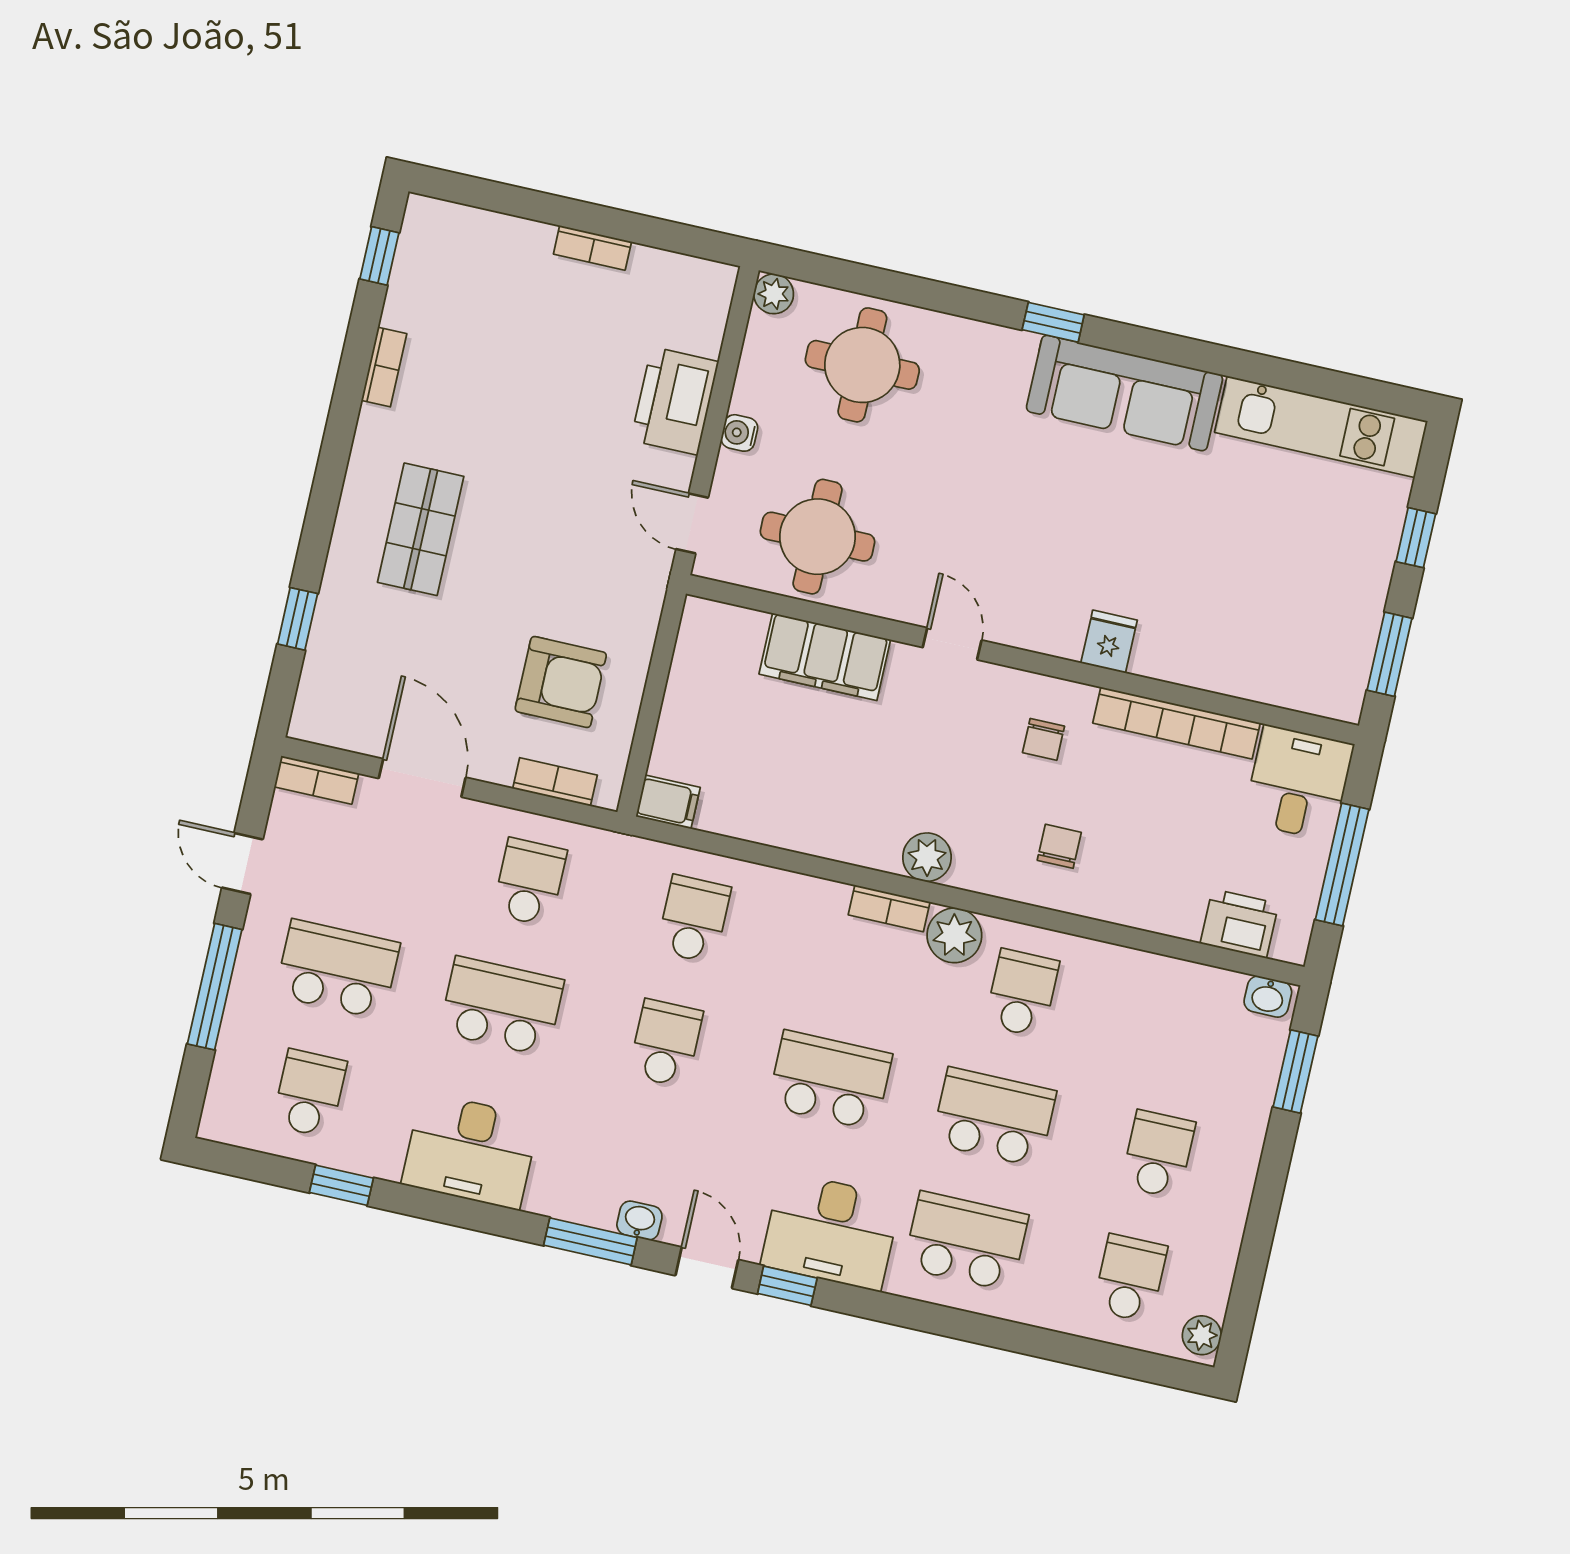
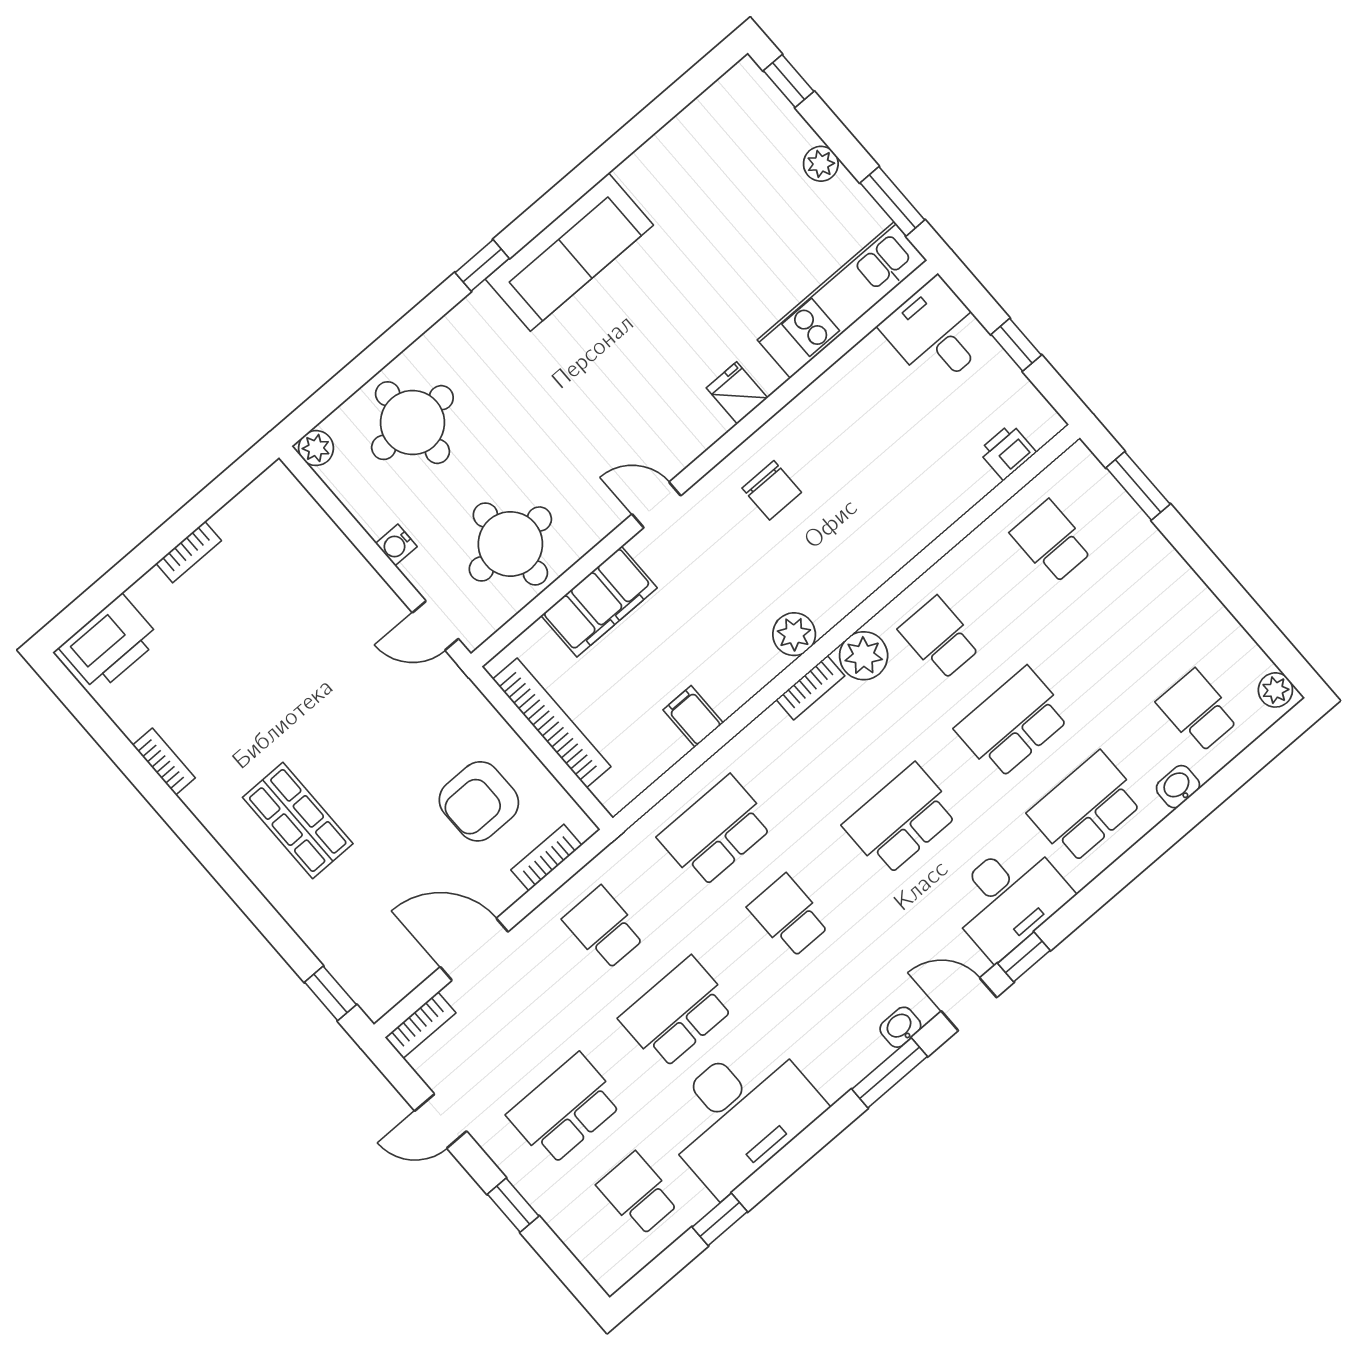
window: (379, 256) -> (83, 707), removed
printer: (675, 401) -> (110, 643), moved, turned -90
kitchen unit: (1321, 427) -> (842, 300), moved, turned 180
window: (1416, 538) -> (789, 81), moved
plant: (1375, 563) -> (821, 164), added
window: (298, 619) -> (330, 993), moved
armchair: (561, 682) -> (479, 801), turned 180
bookcase: (1177, 723) -> (552, 723), moved, turned -90
chair: (1044, 739) -> (772, 490), width x1.37, depth x1.37
filing cabinet: (668, 802) -> (693, 716), moved, turned -90
chair: (1059, 846) -> (855, 535), removed
window: (1342, 865) -> (1016, 345), width x0.46
school desk: (694, 919) -> (716, 831), width x1.85
printer: (1239, 924) -> (1007, 452), width x0.73, depth x0.81
window: (215, 987) -> (513, 1205), width x0.46
washbasin: (1268, 997) -> (1178, 787), moved, turned 180
desk: (470, 1151) -> (740, 1113), width x1.36, depth x1.30
school desk: (1158, 1154) -> (1052, 542), moved

